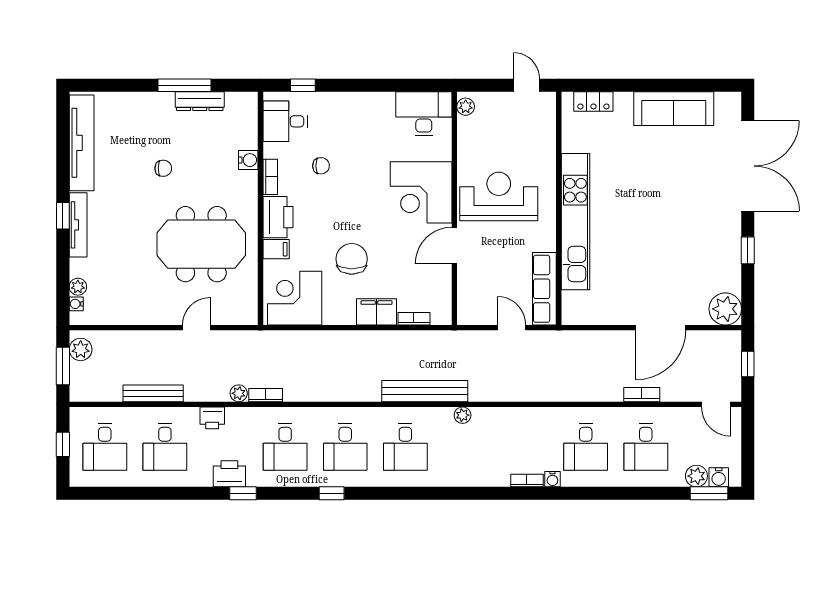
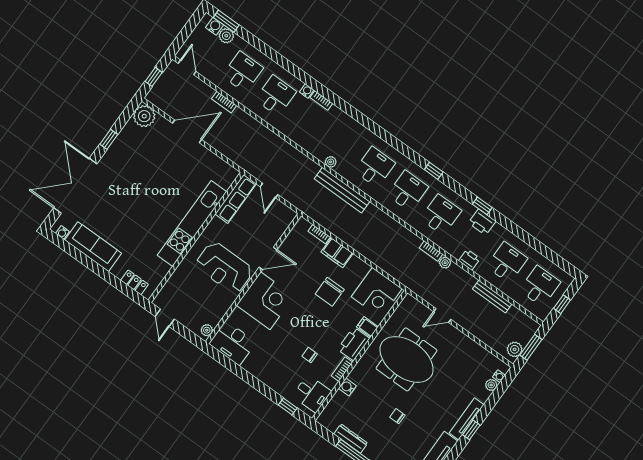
water cooler: (723, 99) -> (62, 232), added

